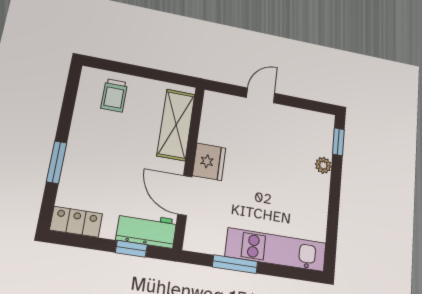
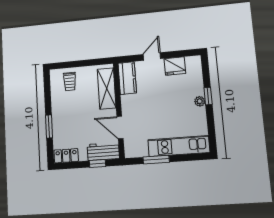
kitchen counter: (214, 118) -> (127, 78), added
window: (338, 142) -> (208, 96), moved
fridge: (209, 162) -> (175, 66), moved, turned 90
plant: (323, 165) -> (200, 101), moved

